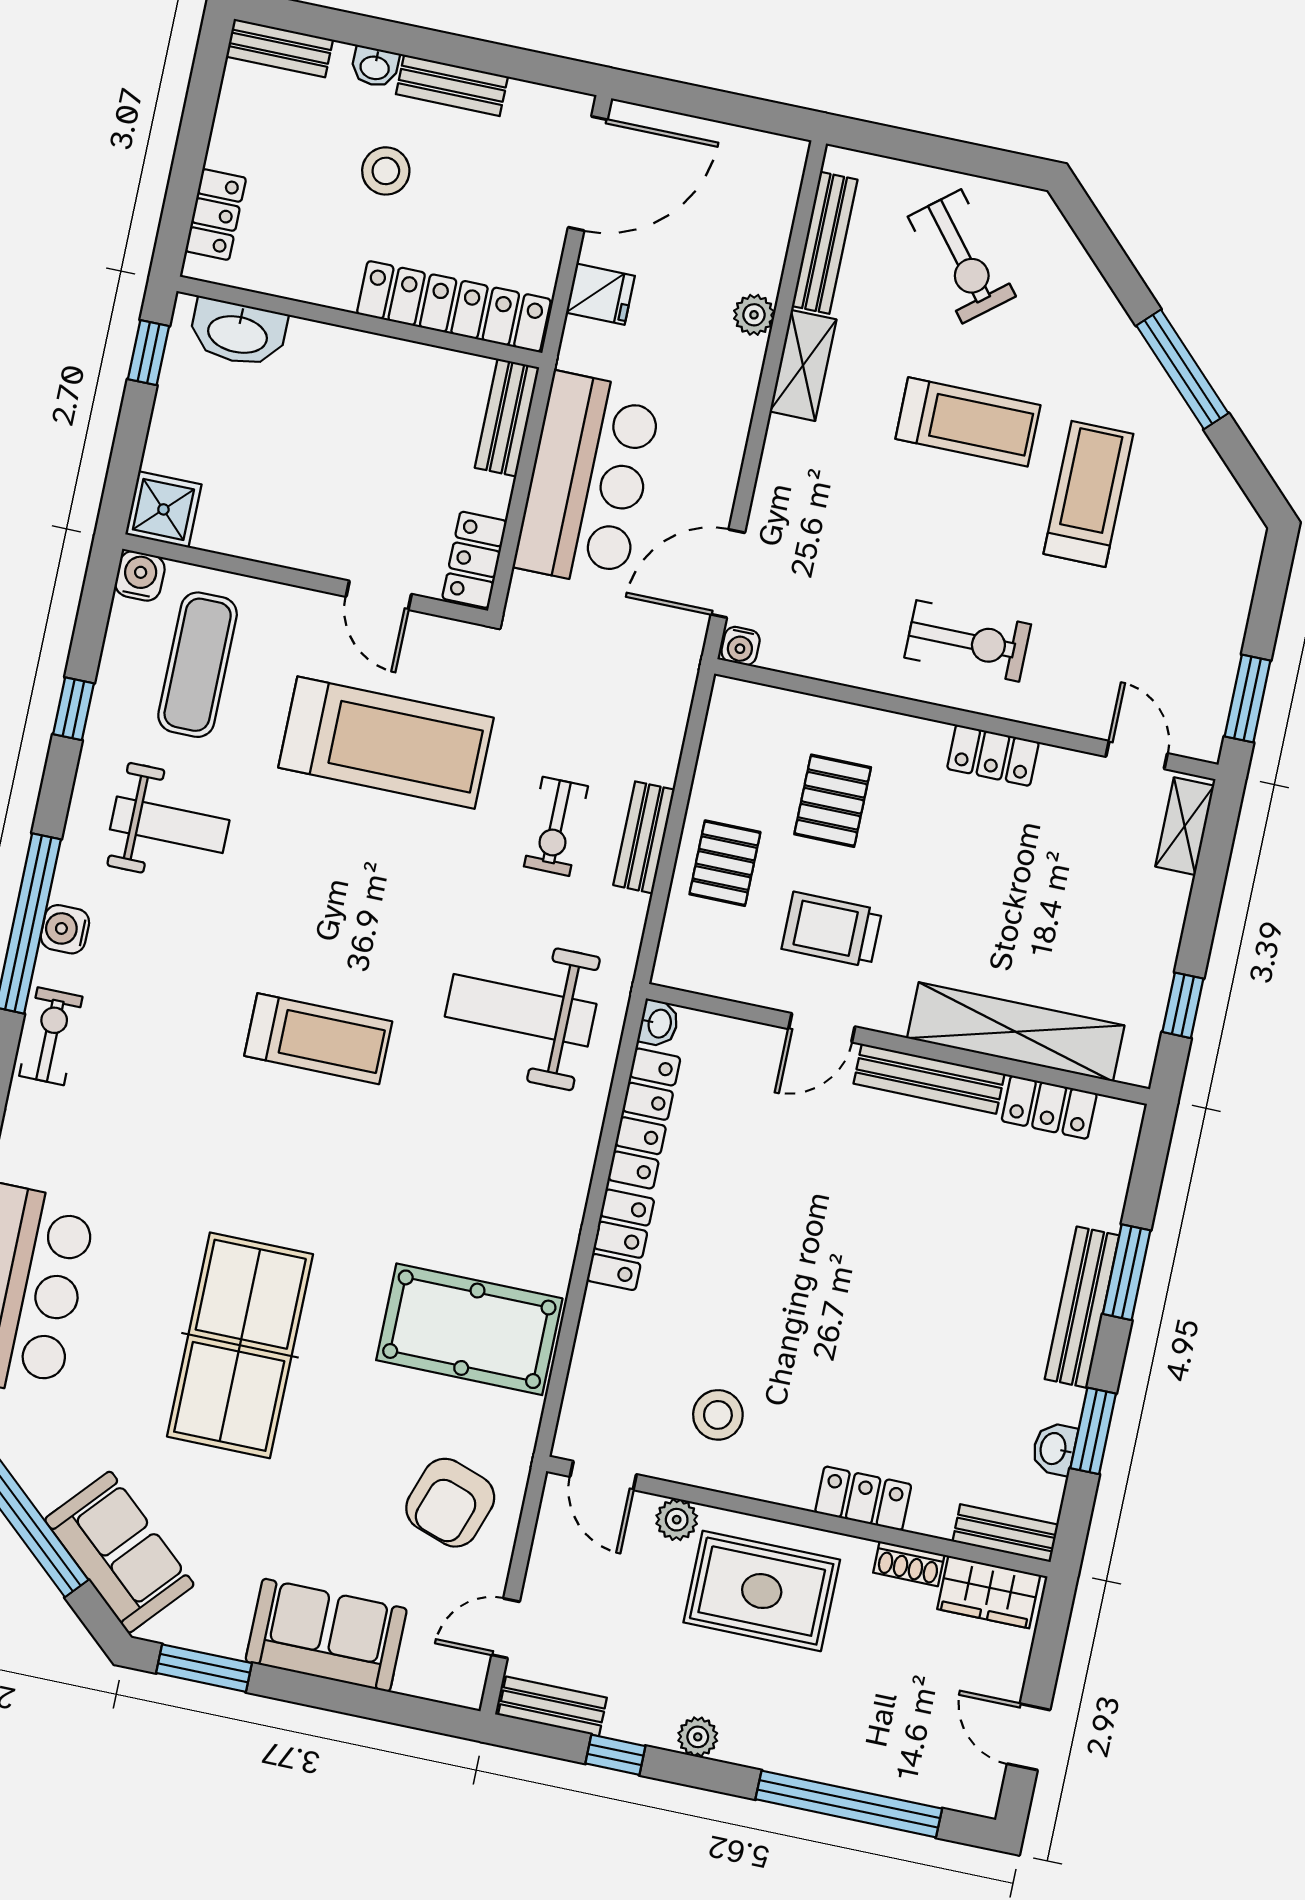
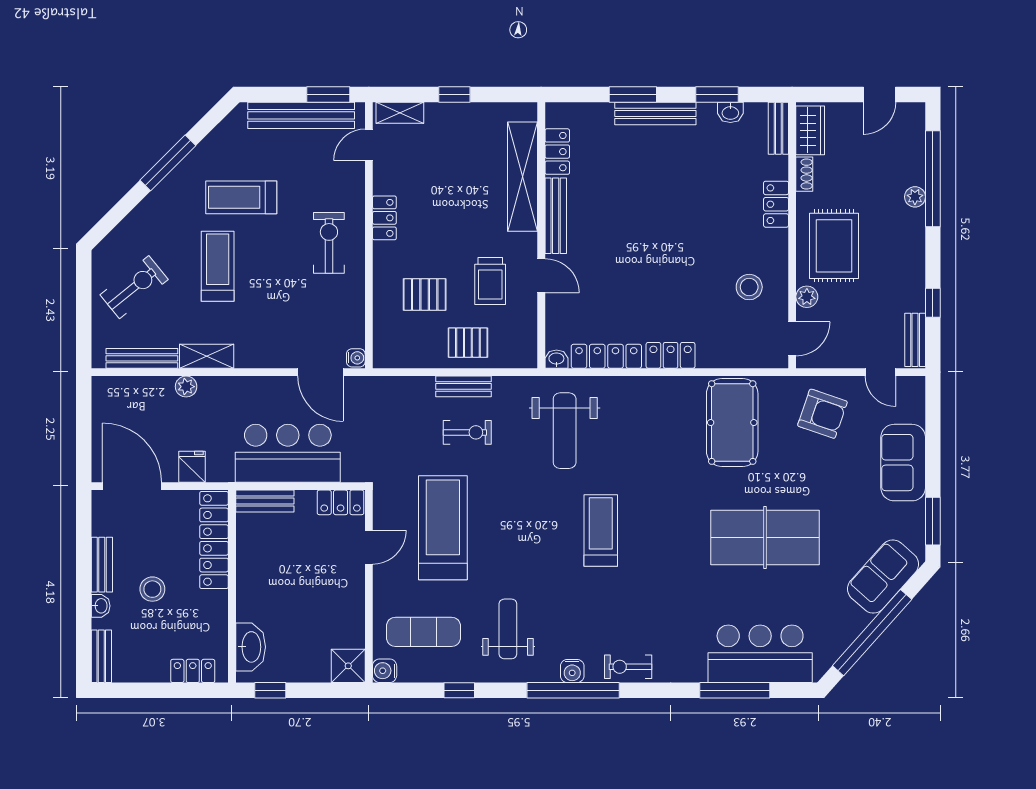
bench: (1219, 639) -> (301, 115), added
window: (1183, 1005) -> (454, 95), moved
plant: (698, 1737) -> (915, 197), moved

